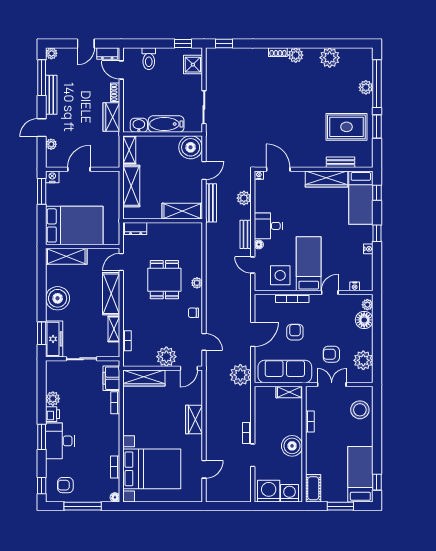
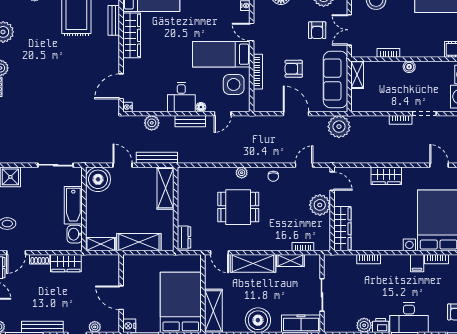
filing cabinet: (111, 378) -> (417, 263), moved, width x0.50
boiler: (292, 446) -> (409, 67), width x0.54, depth x0.54

